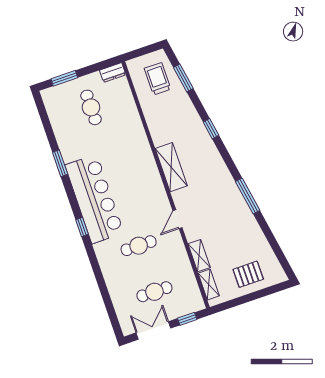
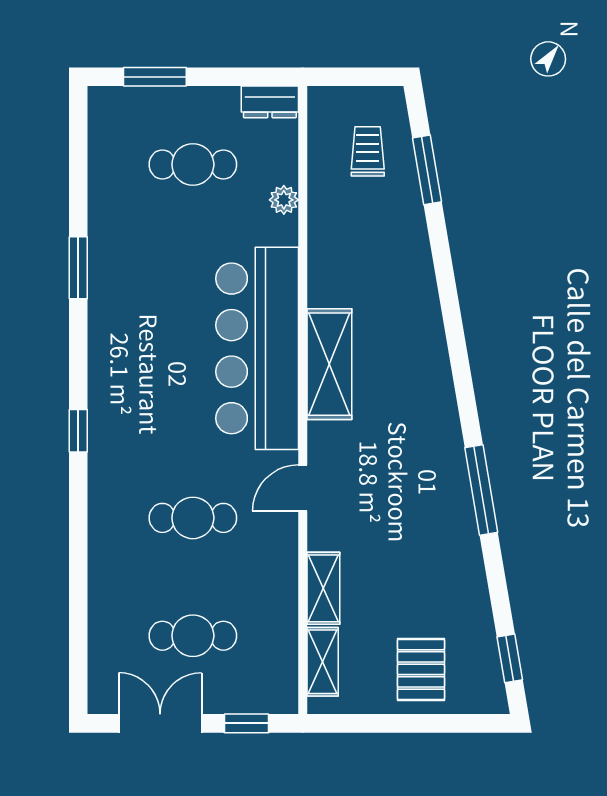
trolley: (158, 79) -> (368, 151), width x0.73, depth x0.72
cafe table: (91, 107) -> (193, 164), turned 90
plant: (131, 109) -> (284, 200), added
window: (211, 129) -> (510, 658), moved
bar counter: (94, 199) -> (257, 348), moved, turned 180
pallet: (248, 274) -> (421, 669), turned 90

